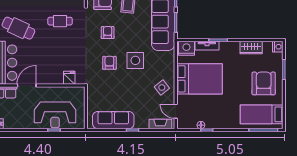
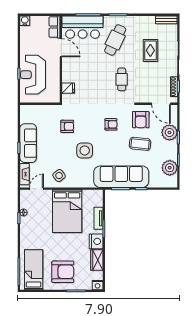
nightstand: (186, 48) -> (96, 241), moved
armchair: (109, 63) -> (67, 126), moved
sofa: (113, 120) -> (28, 143), moved

